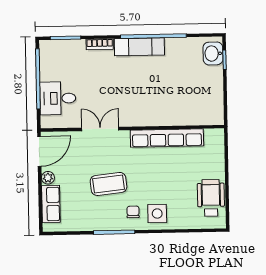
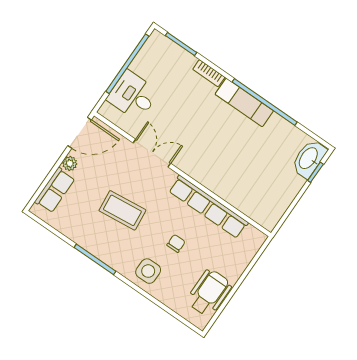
washbasin: (213, 53) -> (309, 159), width x1.38
chair: (133, 212) -> (176, 243), moved

